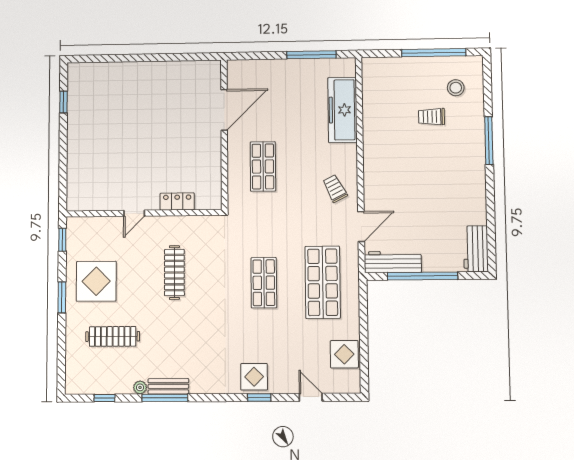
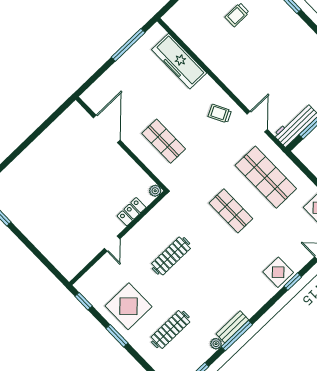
plant: (215, 203) -> (155, 191), added
clothes rail: (174, 273) -> (171, 256), turned 90

